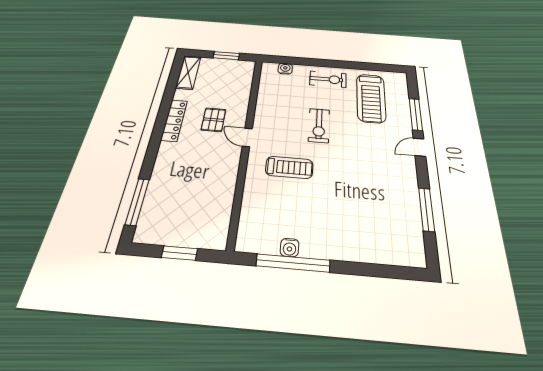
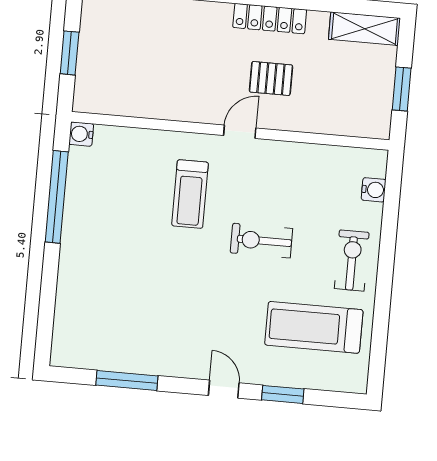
exercise bike: (328, 79) -> (352, 260), turned 180
window: (416, 114) -> (283, 394), width x0.69
water cooler: (290, 248) -> (81, 134), moved

